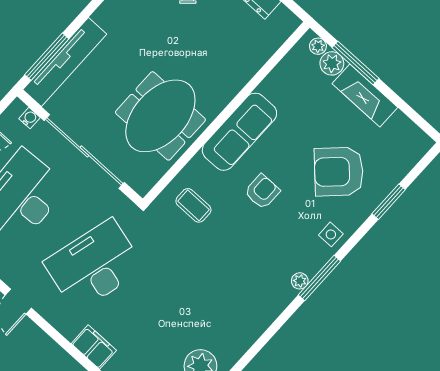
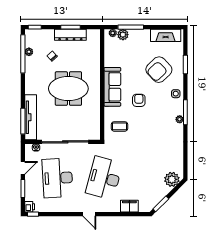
fireplace: (365, 95) -> (166, 35), moved
meeting table: (160, 116) -> (68, 89), moved, turned 90

